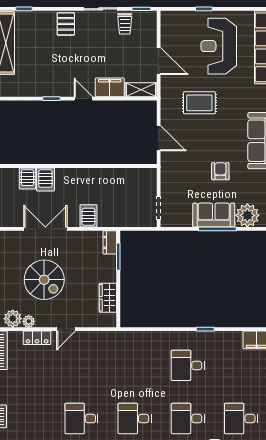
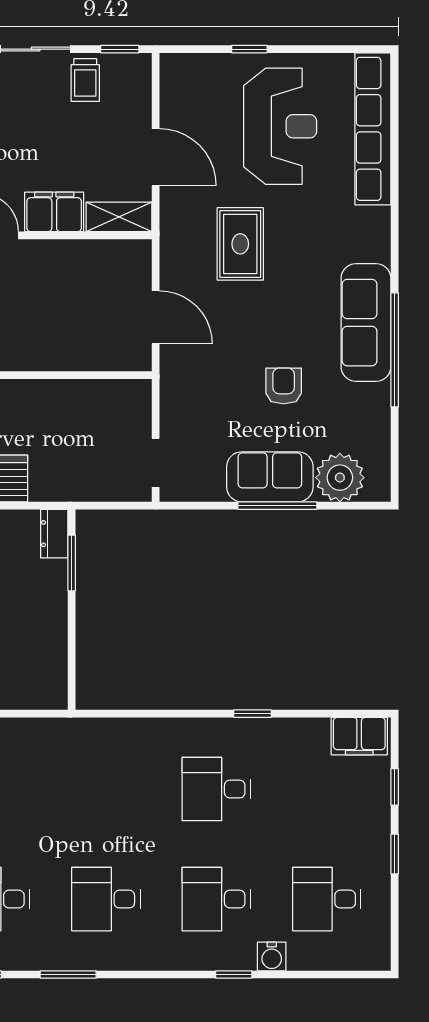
reception desk: (219, 46) -> (280, 126), turned 180
rug: (199, 103) -> (240, 244), turned 90
wardrobe: (108, 298) -> (50, 649), removed

